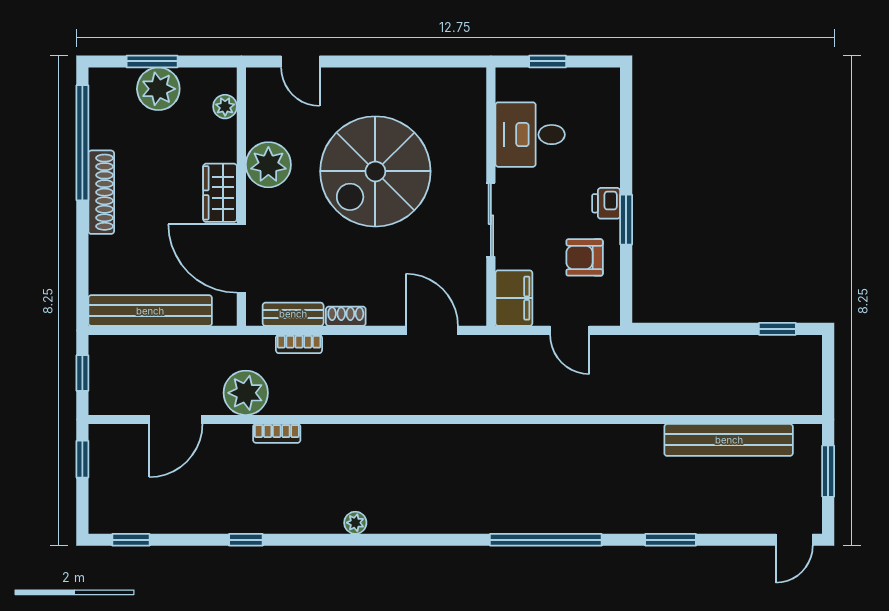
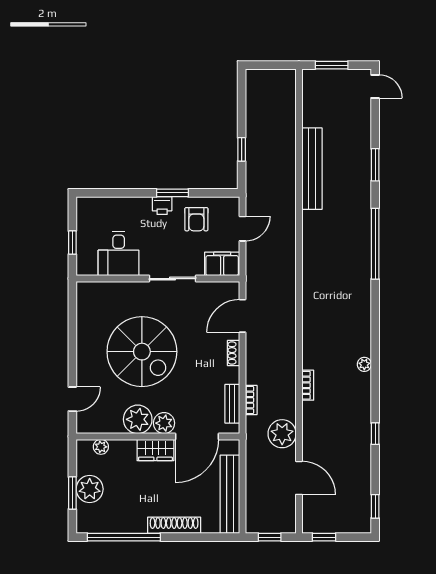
shoe rack: (101, 192) -> (174, 525), moved
plant: (262, 206) -> (164, 423), added
shoe rack: (346, 316) -> (234, 353), moved
window: (777, 329) -> (242, 149), moved
bookcase: (277, 433) -> (308, 385), moved
bench: (729, 440) -> (312, 169), moved

